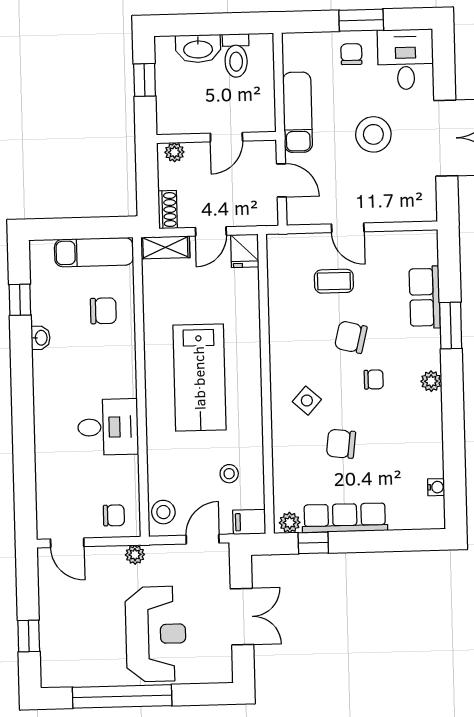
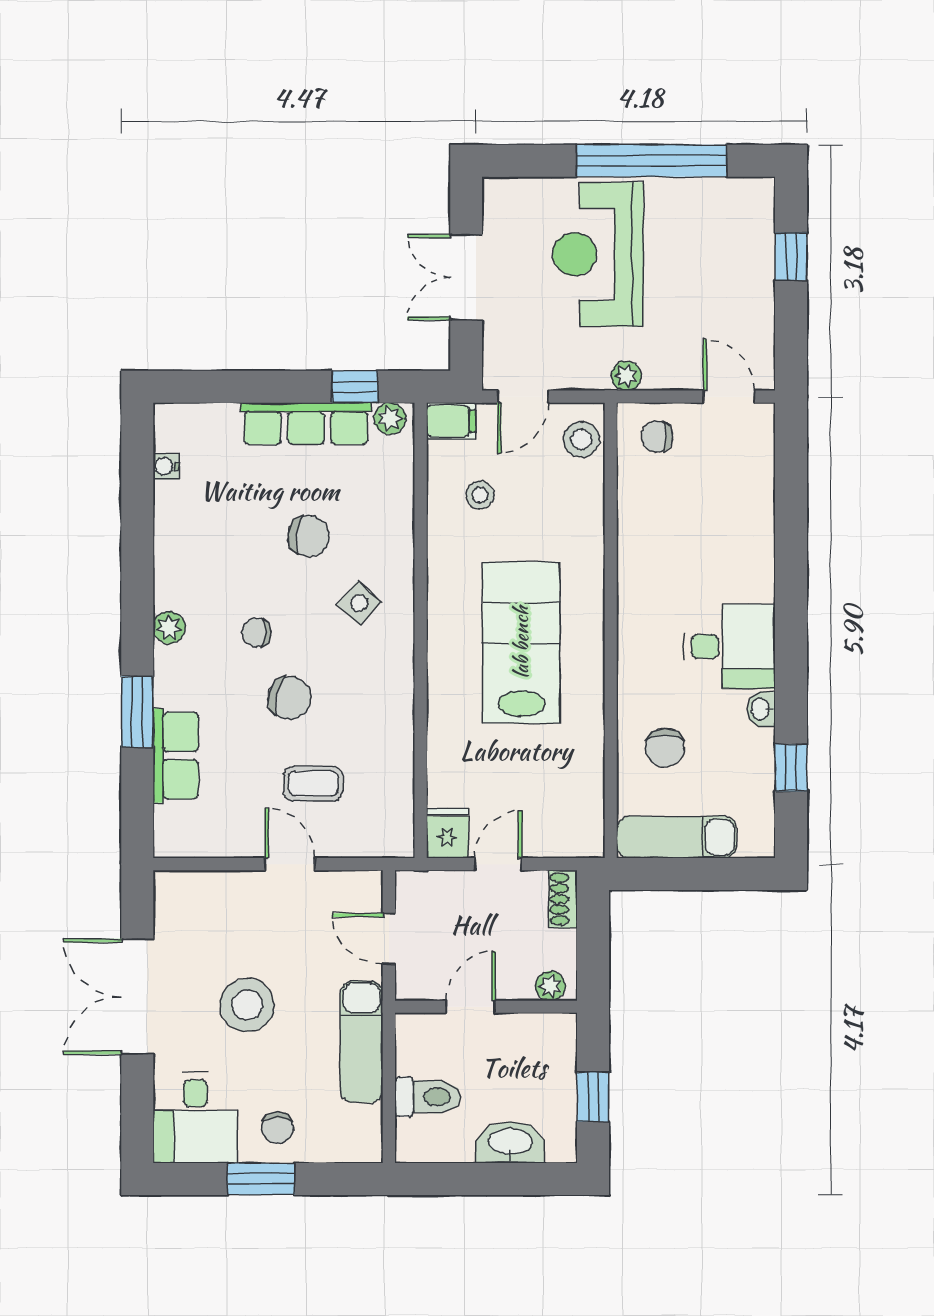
toilet: (236, 56) -> (428, 1097), moved, turned 90
shelving: (165, 247) -> (568, 842), removed
chair: (103, 311) -> (665, 748), turned -90
desk: (108, 427) -> (730, 646), moved, turned 180

